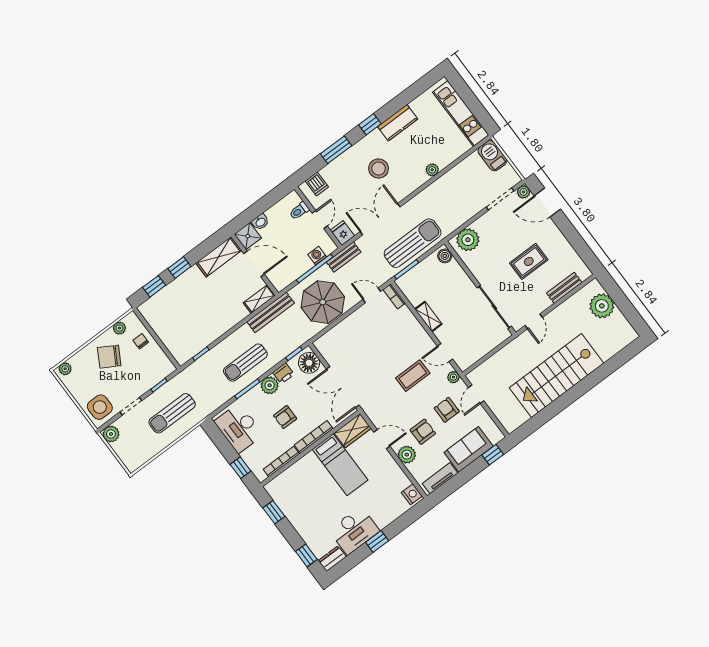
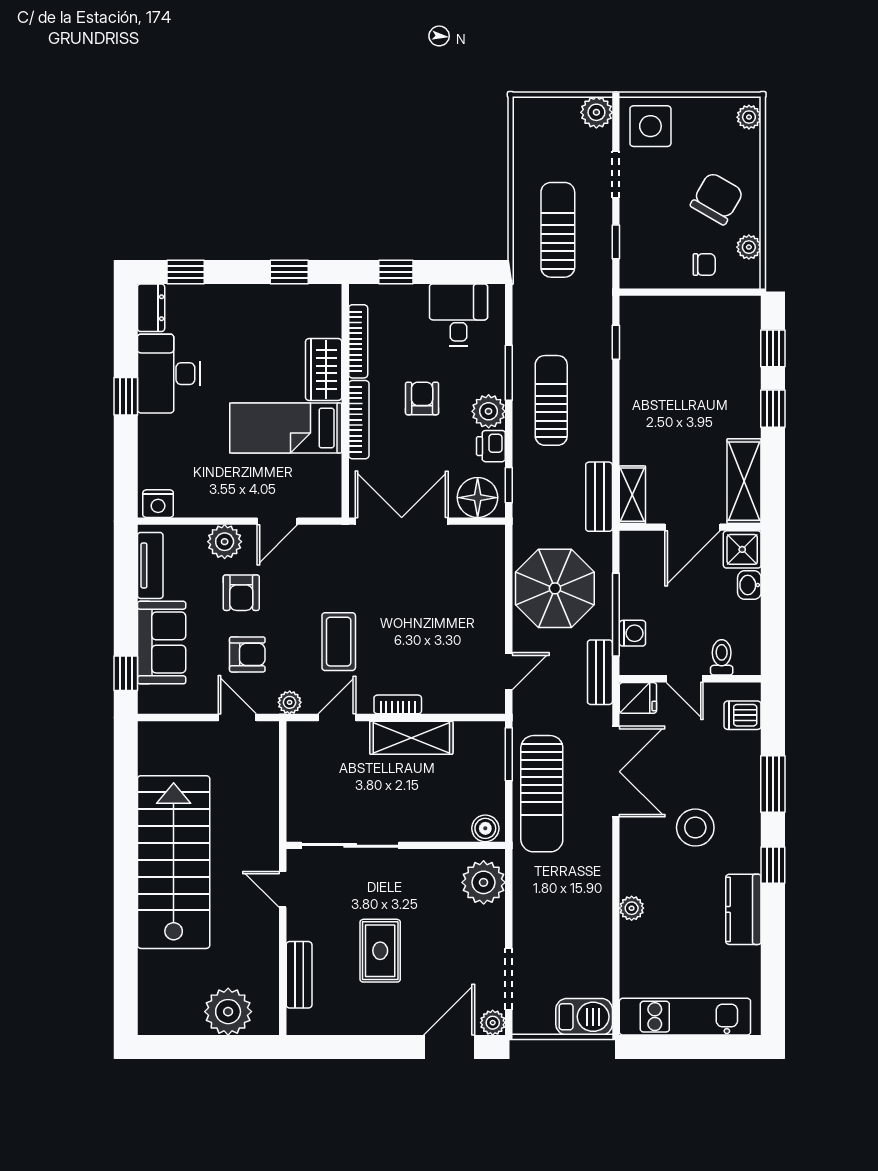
bookcase: (394, 296) -> (398, 704), moved
bench: (271, 312) -> (599, 497), width x0.73
shelving: (428, 317) -> (411, 738), width x1.50, depth x1.33
desk: (239, 428) -> (459, 315), width x0.73
wardrobe: (353, 431) -> (324, 369), moved

